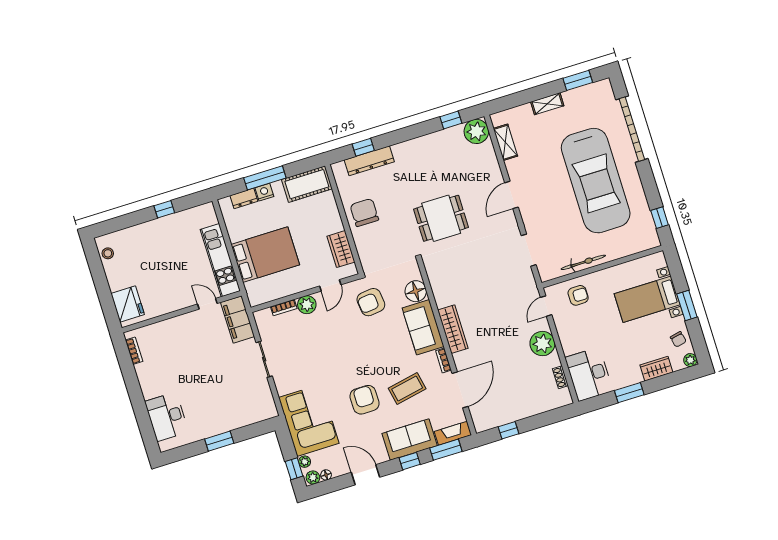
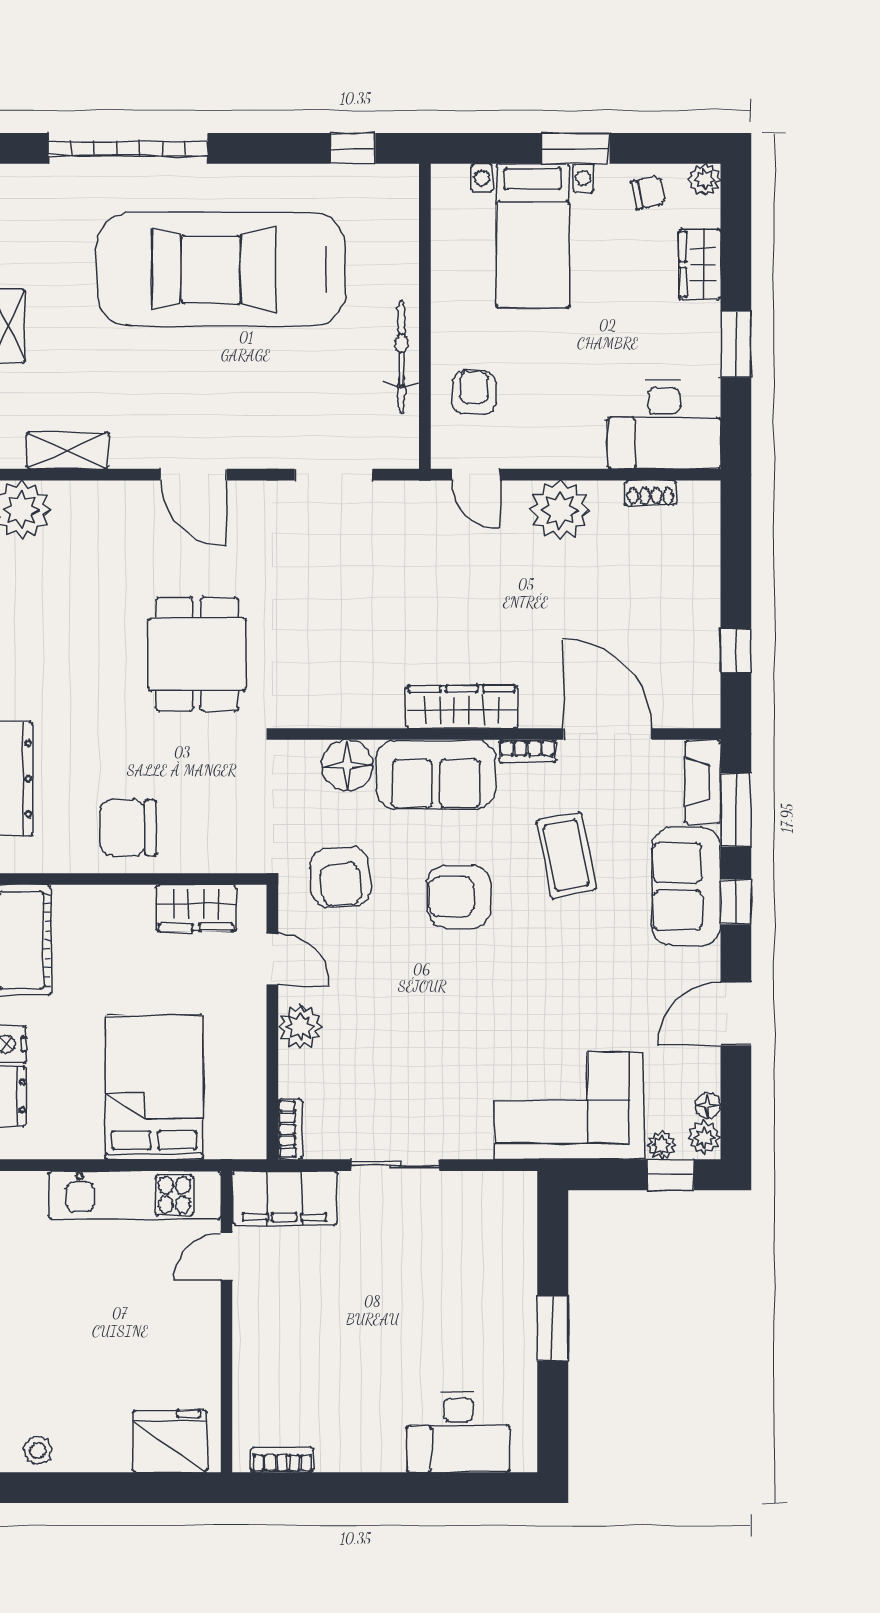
car: (596, 181) -> (221, 269), turned 180
bookcase: (284, 308) -> (290, 1129), moved
armchair: (365, 400) -> (459, 897), moved

